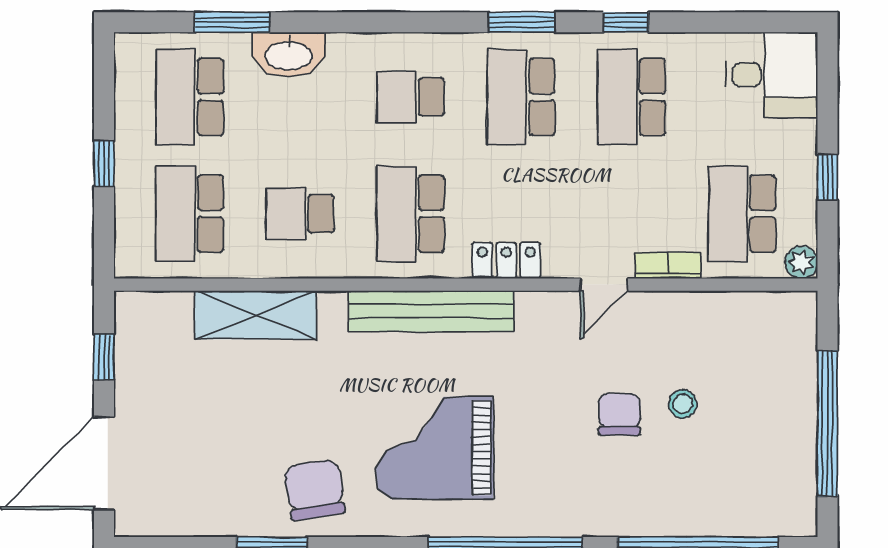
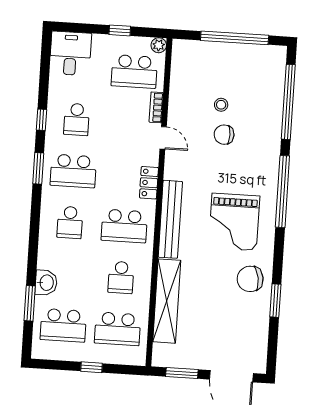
washbasin: (289, 55) -> (46, 283), width x0.72
school desk: (631, 97) -> (77, 119), width x0.54
shelving: (256, 315) -> (167, 301), width x1.47
window: (104, 357) -> (182, 373), width x1.50

